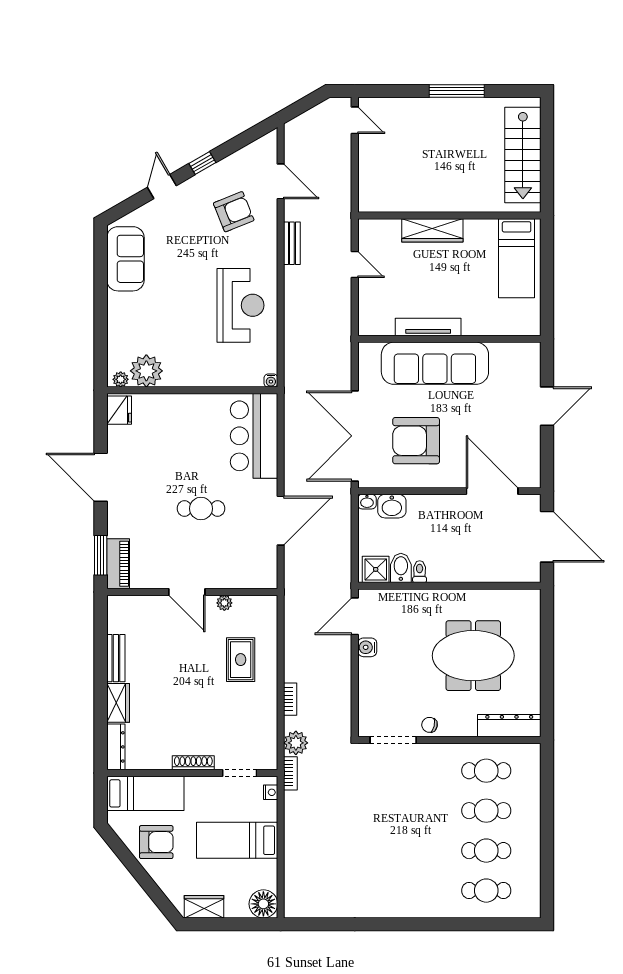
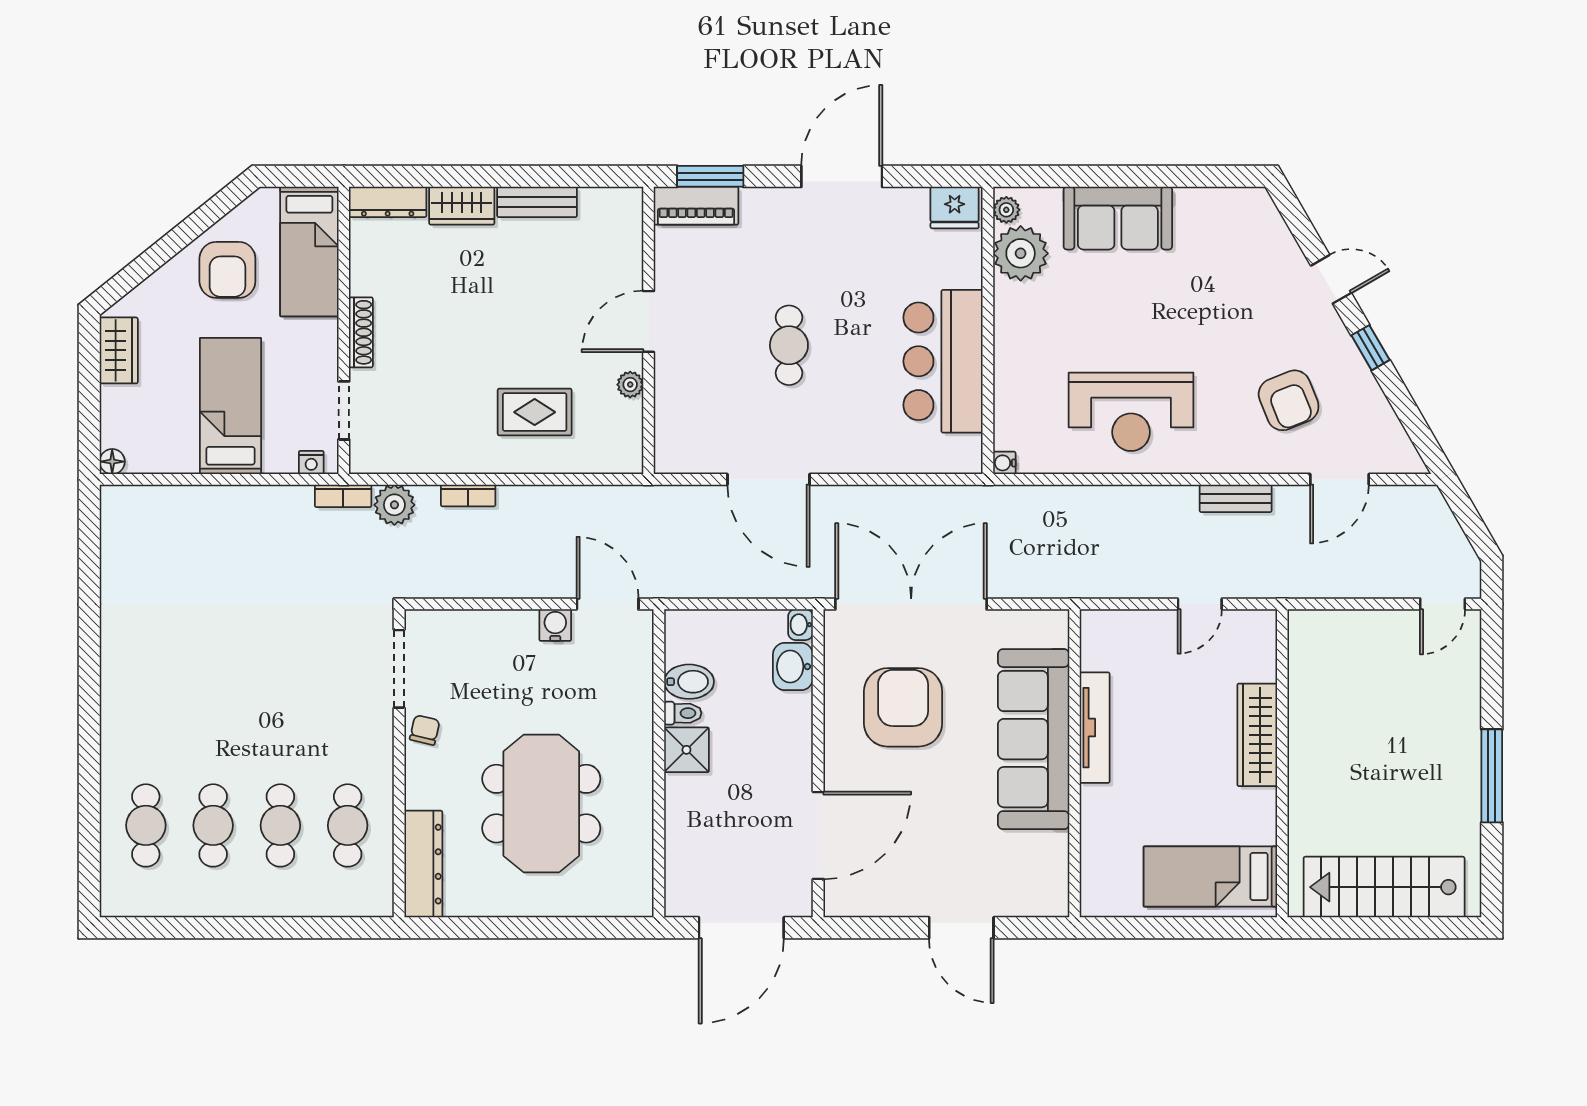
sofa: (125, 259) -> (1118, 218), moved
bar counter: (254, 436) -> (943, 361), moved, turned -90
shower: (376, 569) -> (686, 750), moved
floor lamp: (263, 904) -> (112, 462), width x0.53, depth x0.53

